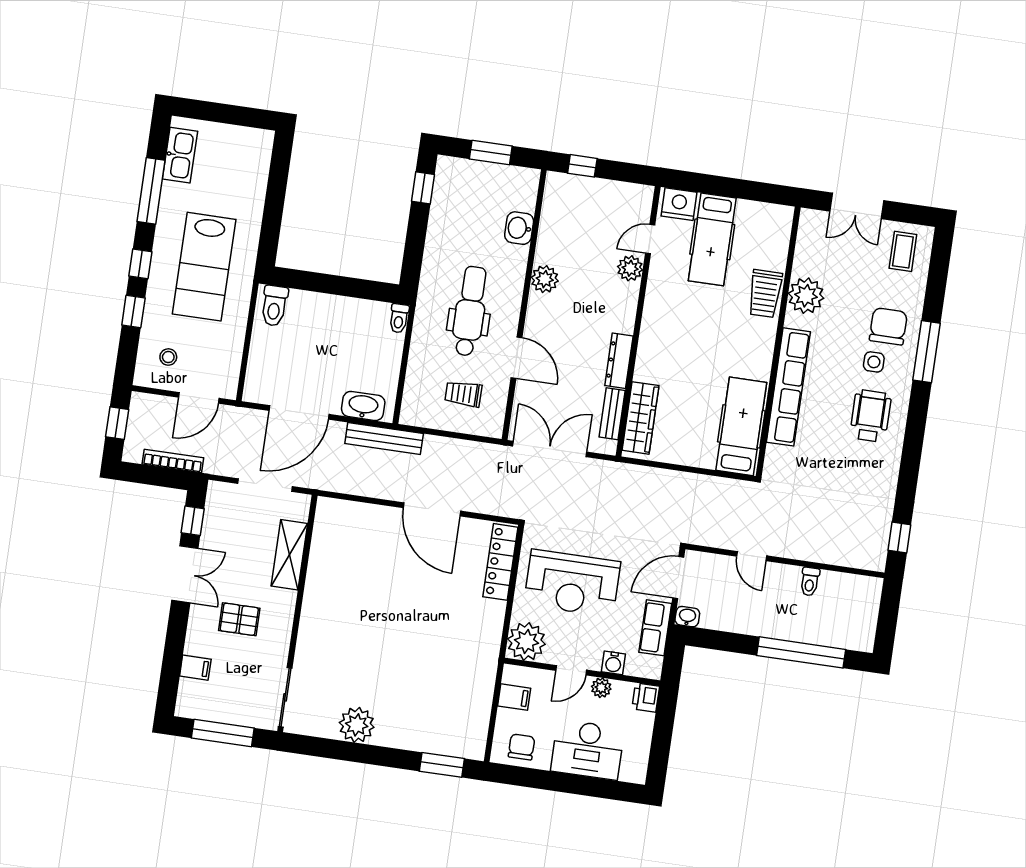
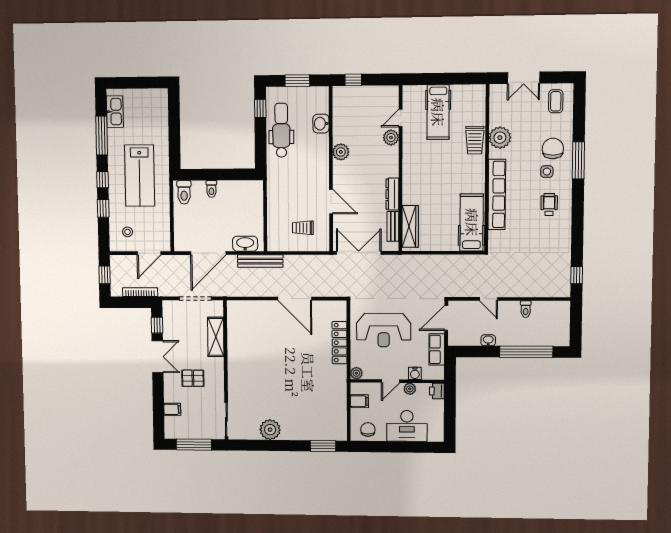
nightstand: (679, 204) -> (415, 94), removed
dental chair: (470, 311) -> (281, 130), moved
toilet: (399, 318) -> (211, 189), moved
wheelchair: (870, 416) -> (549, 205), width x0.73, depth x0.73
locker: (500, 562) -> (340, 343), moved
washbasin: (687, 617) -> (488, 340), moved
plant: (526, 642) -> (356, 373), width x0.53, depth x0.53

